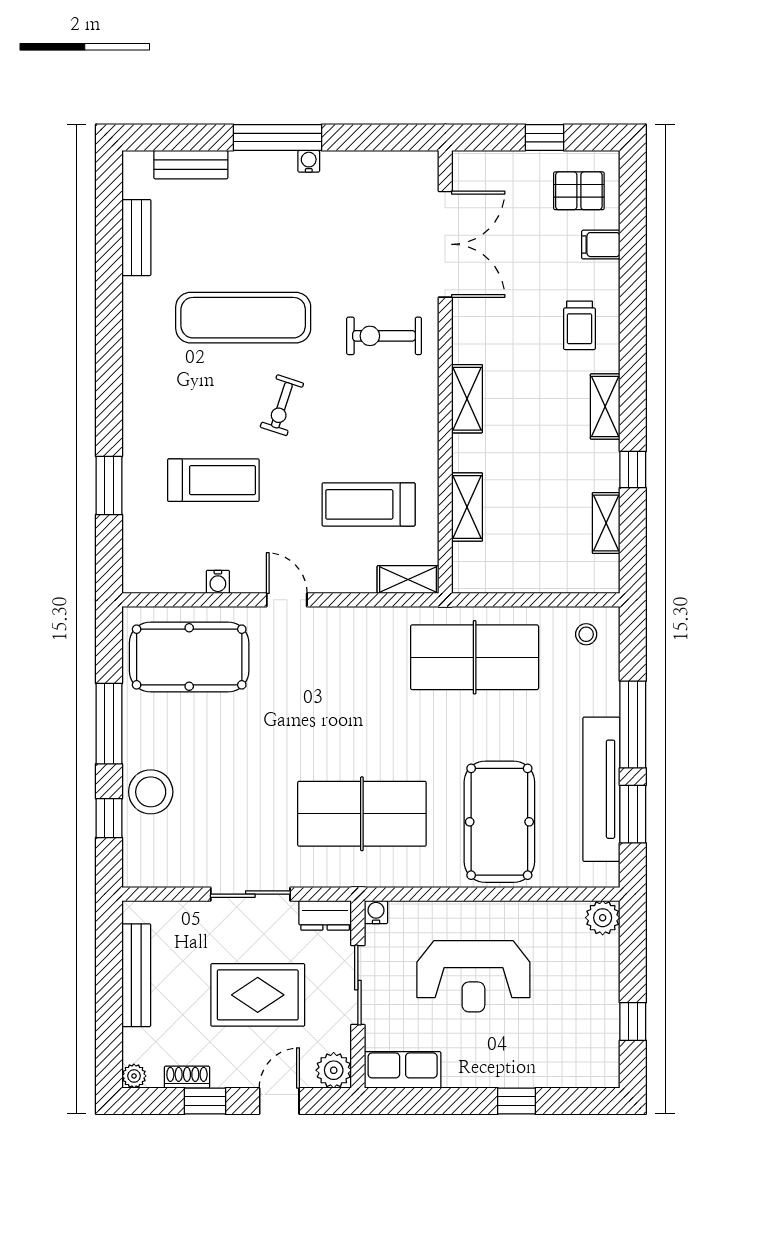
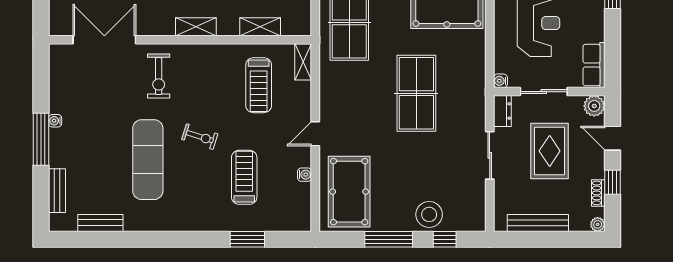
table tennis table: (362, 814) -> (416, 93), moved

